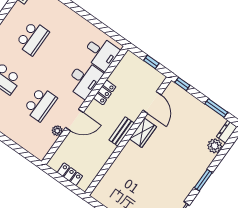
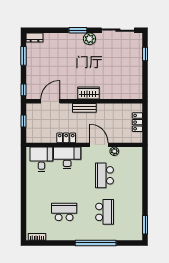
school desk: (40, 104) -> (105, 175), turned -90
wardrobe: (143, 133) -> (89, 93), moved
plant: (215, 146) -> (89, 39), moved

